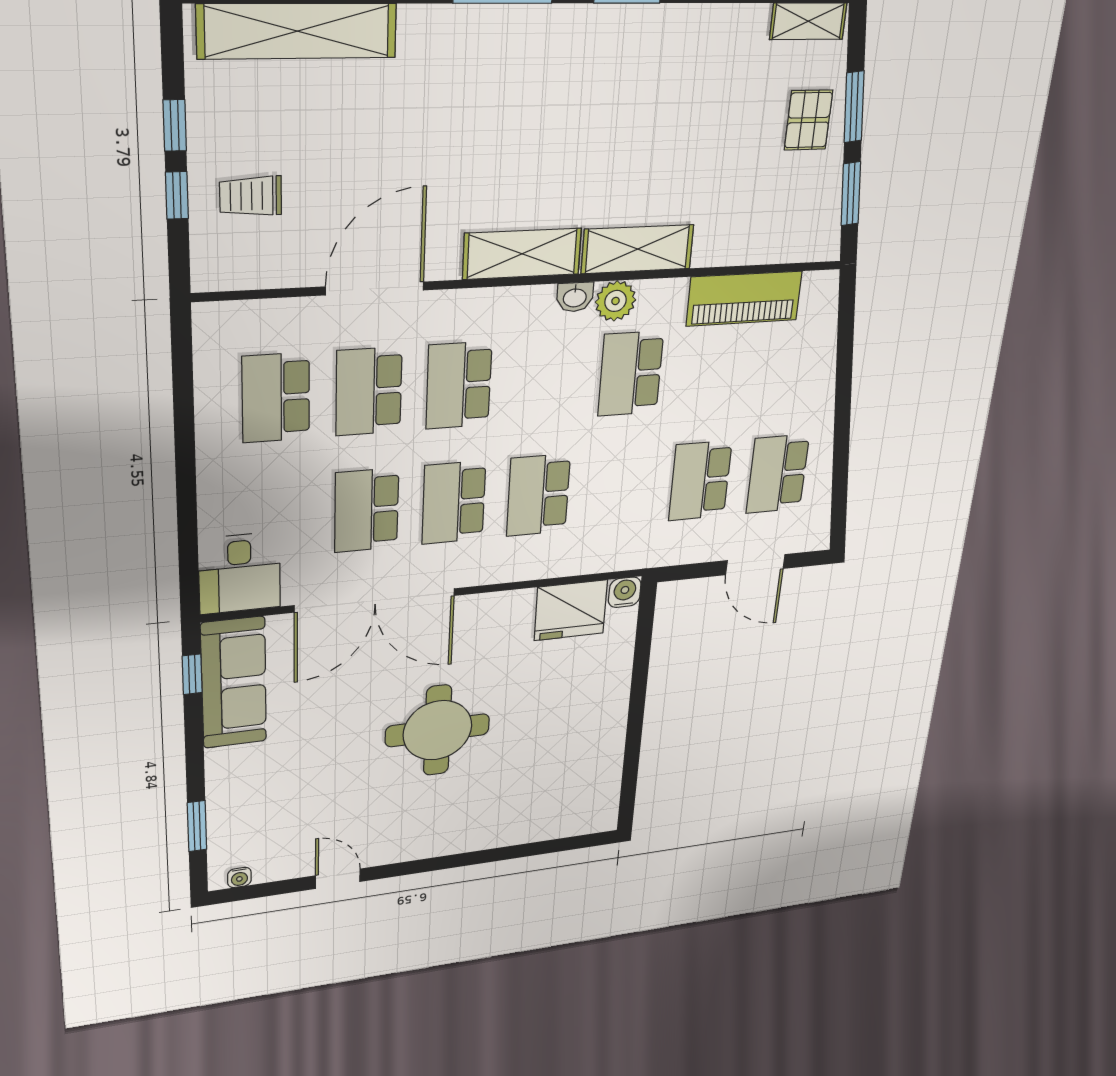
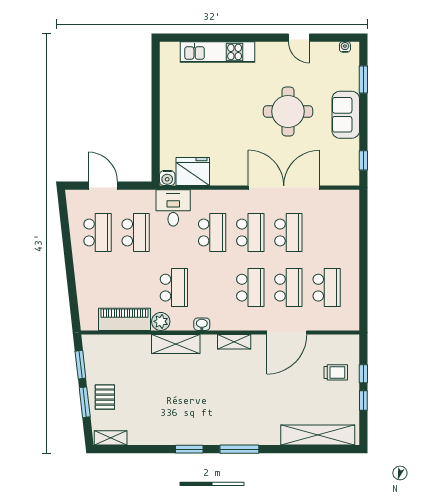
shelving: (522, 254) -> (234, 342), width x0.67, depth x0.75
plant: (616, 301) -> (161, 321), moved
desk: (240, 573) -> (173, 208), moved
sofa: (234, 683) -> (346, 115), moved, width x0.73
round table: (438, 730) -> (288, 111), moved
kitchen unit: (505, 830) -> (217, 52), added

